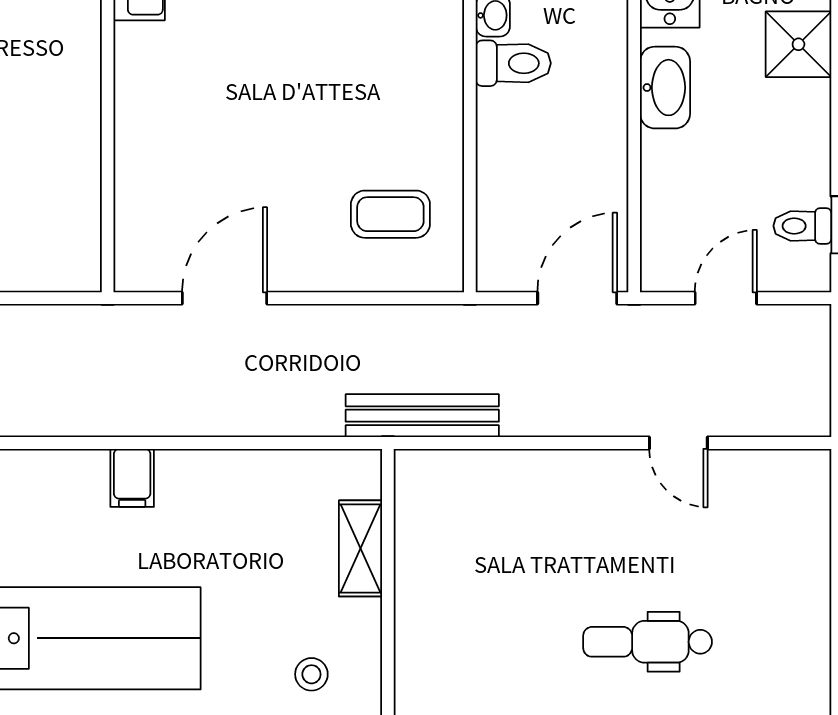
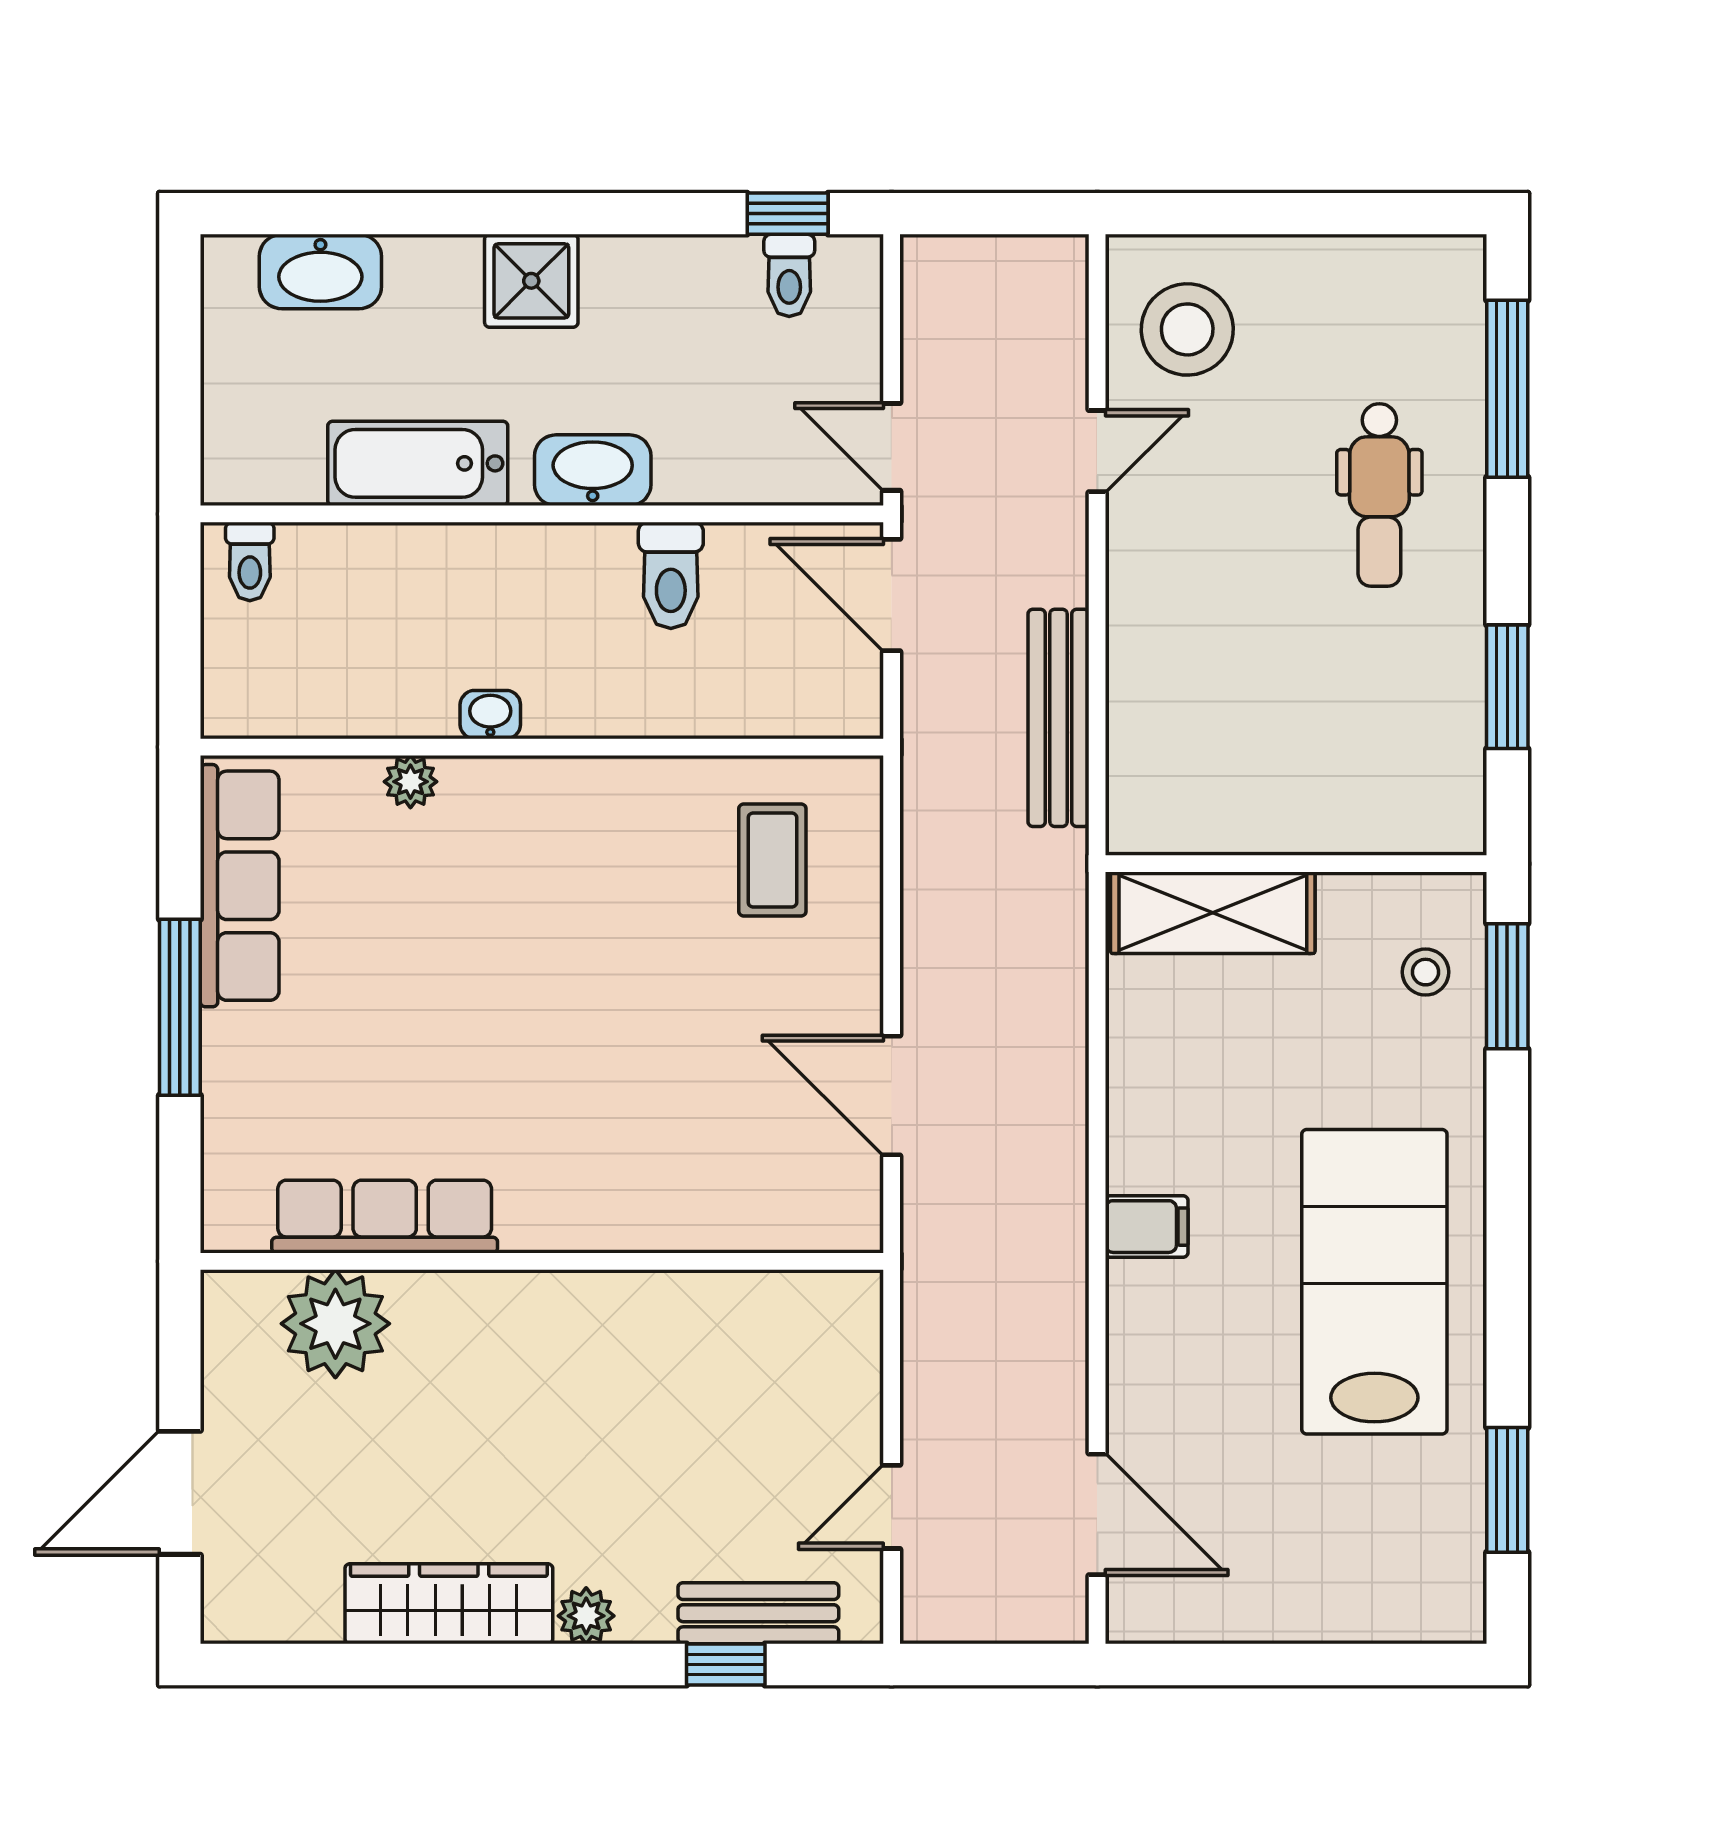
toilet: (513, 63) -> (671, 575), moved, turned 180
door: (726, 298) -> (892, 447), moved
bench: (422, 416) -> (1059, 718), moved
stool: (764, 506) -> (1187, 329), added
shelving: (360, 548) -> (1213, 913), width x1.50, depth x1.33

